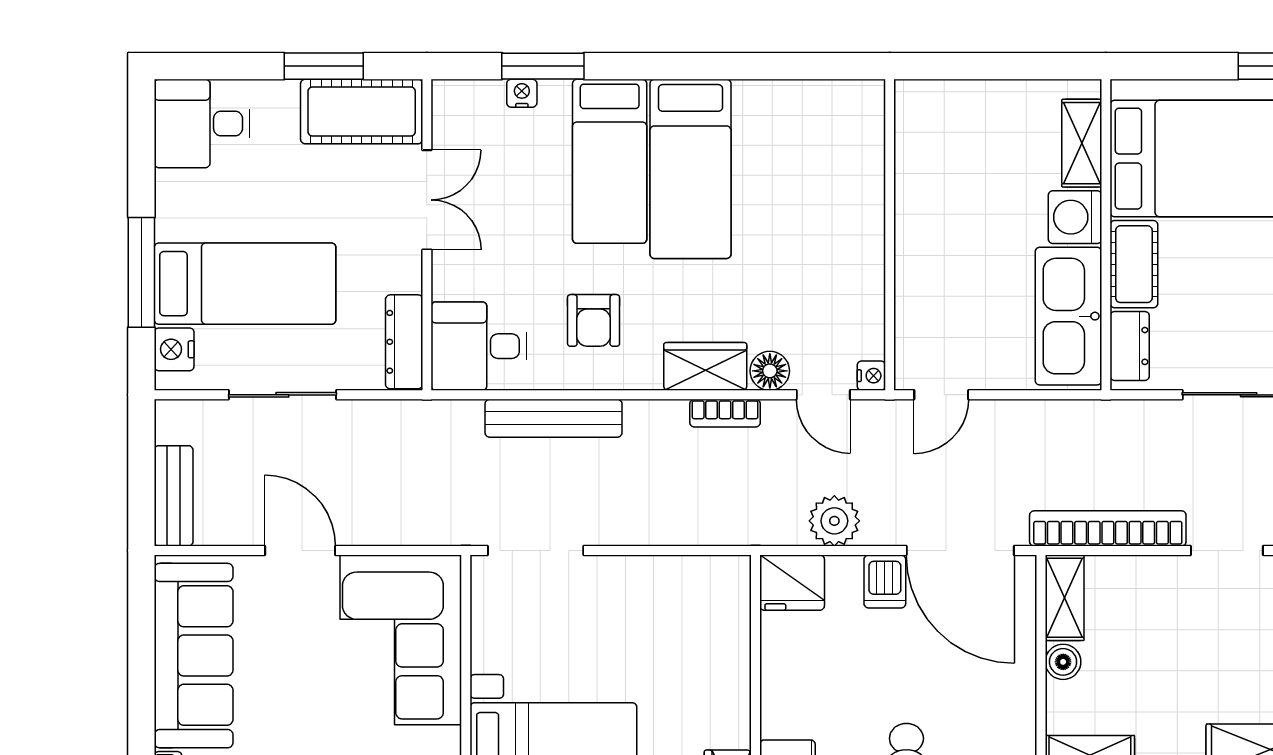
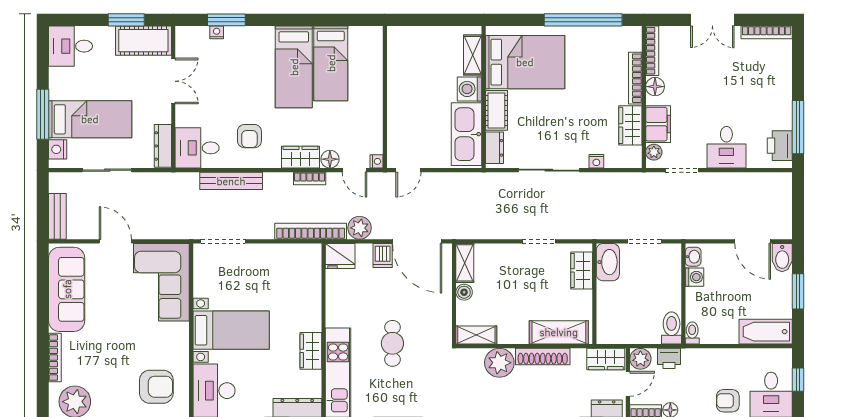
bed: (610, 161) -> (331, 63), moved
bookcase: (1108, 528) -> (311, 231), moved

